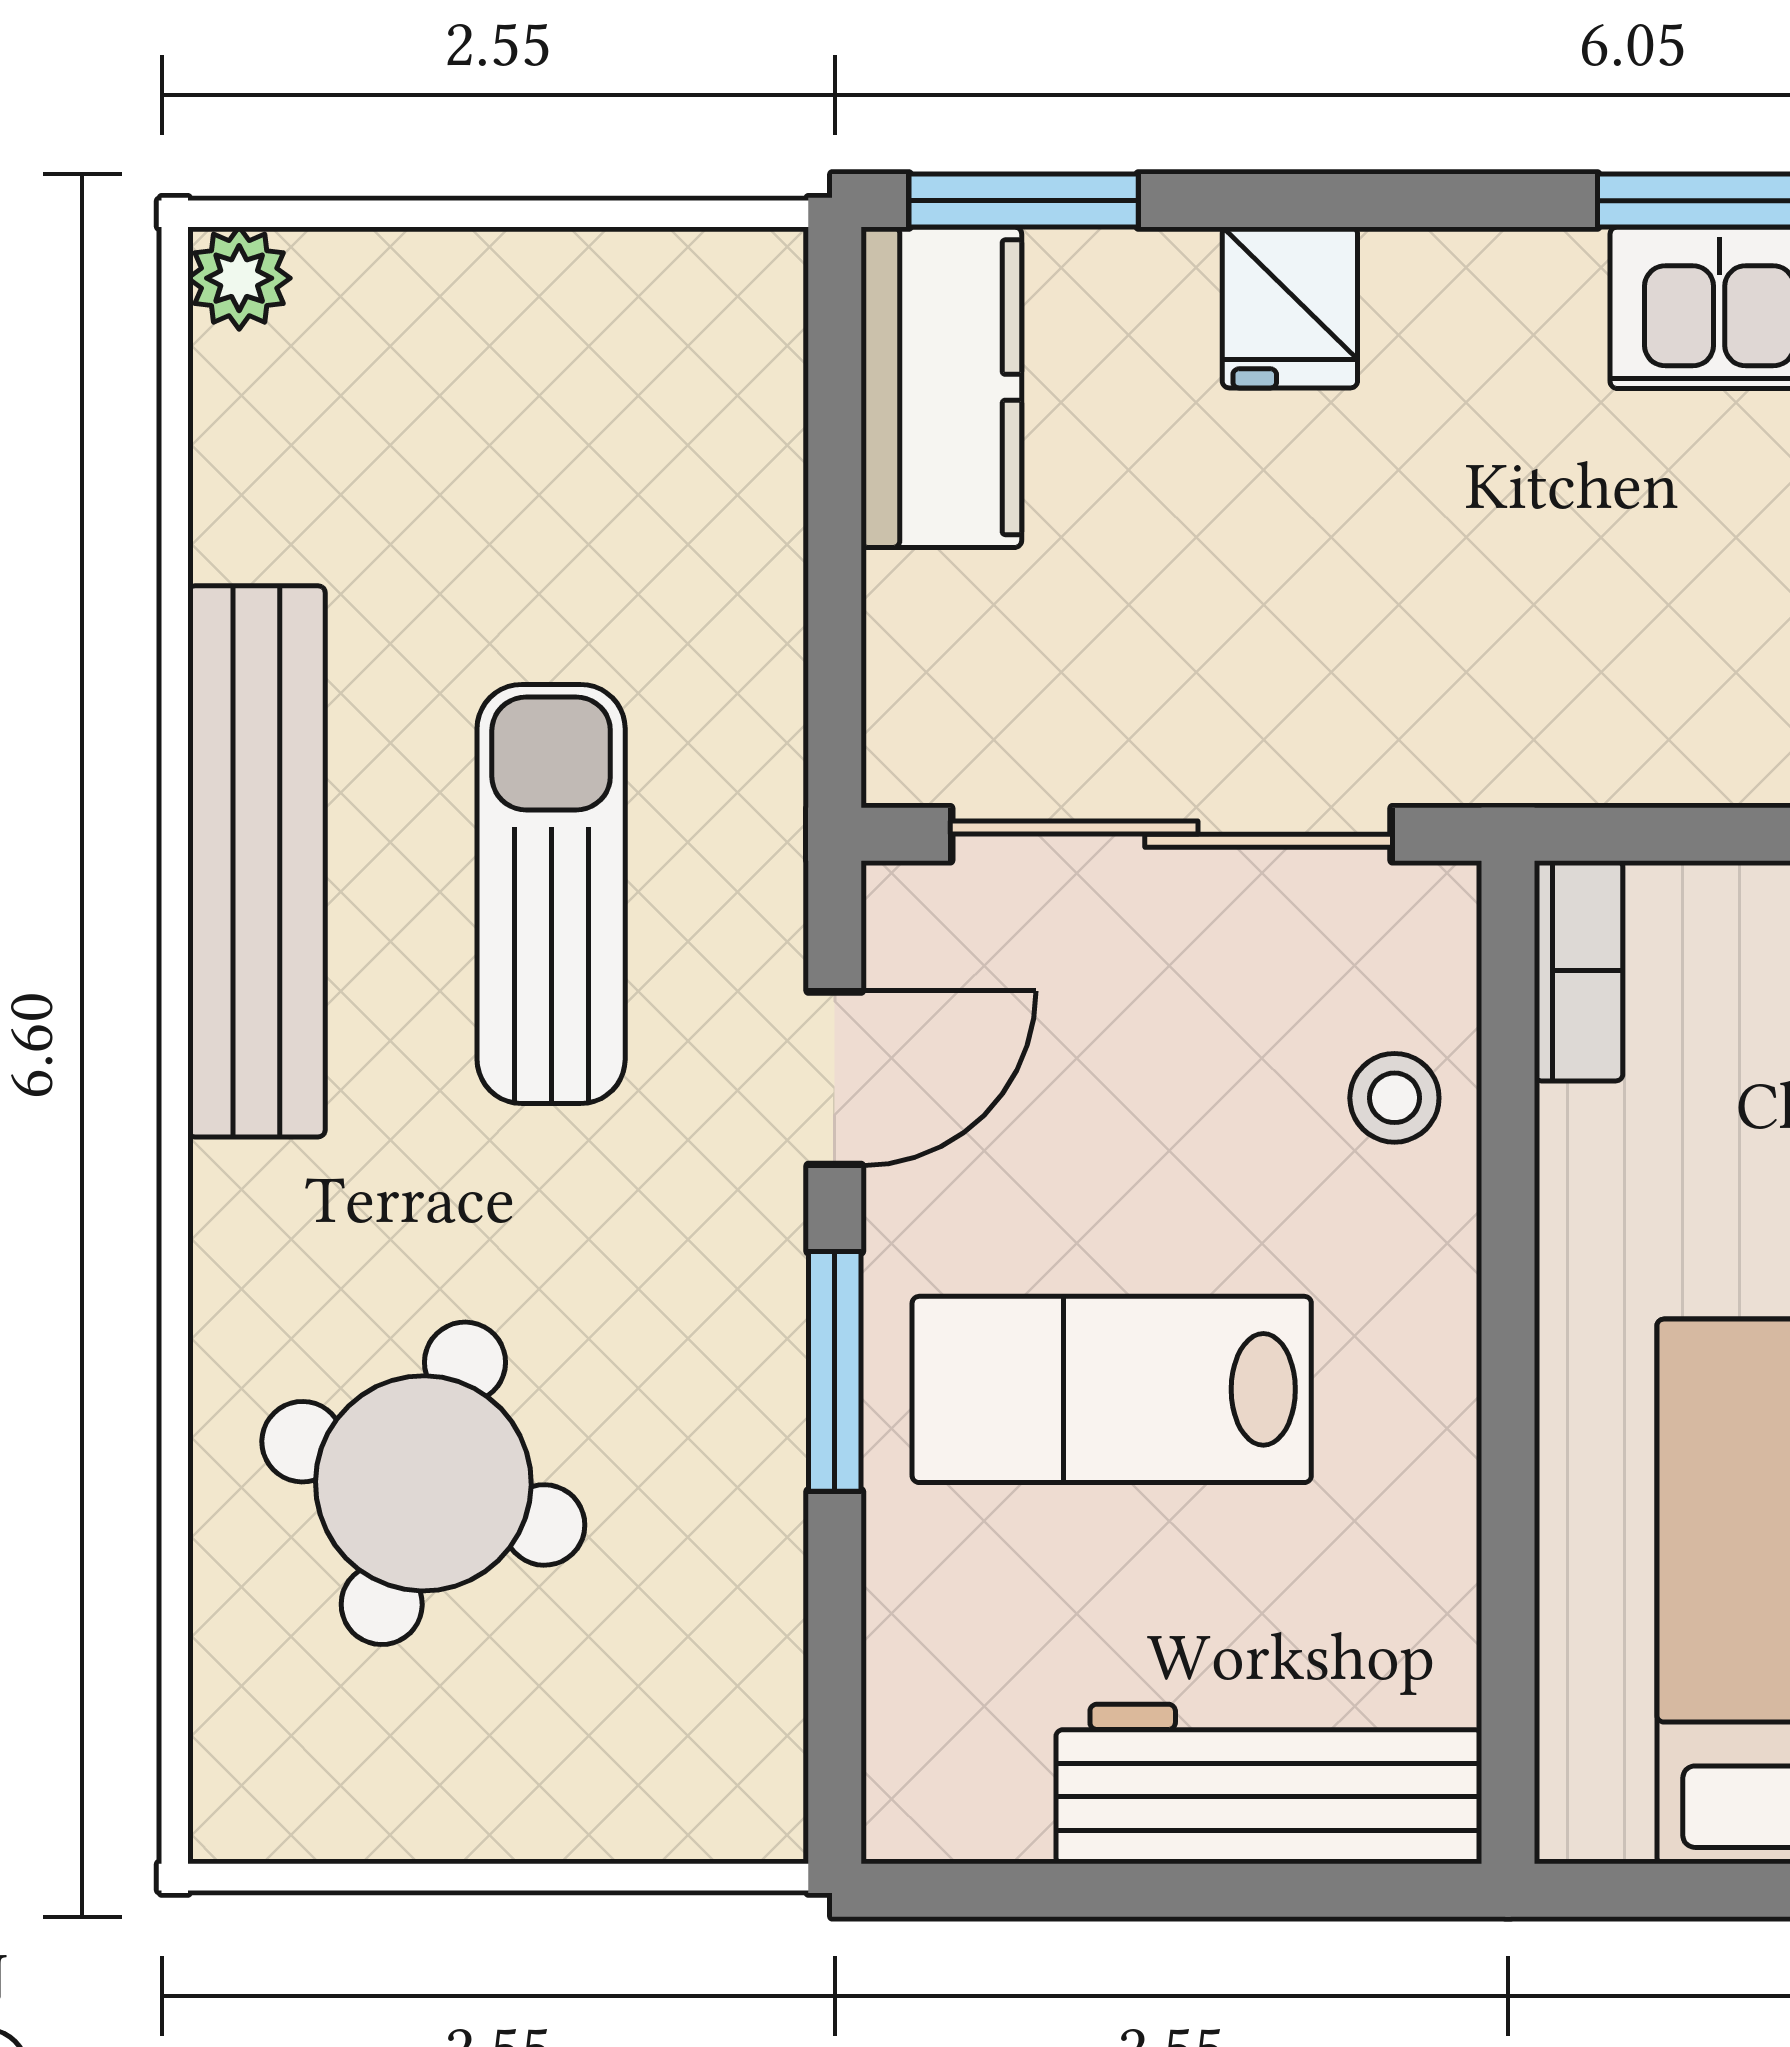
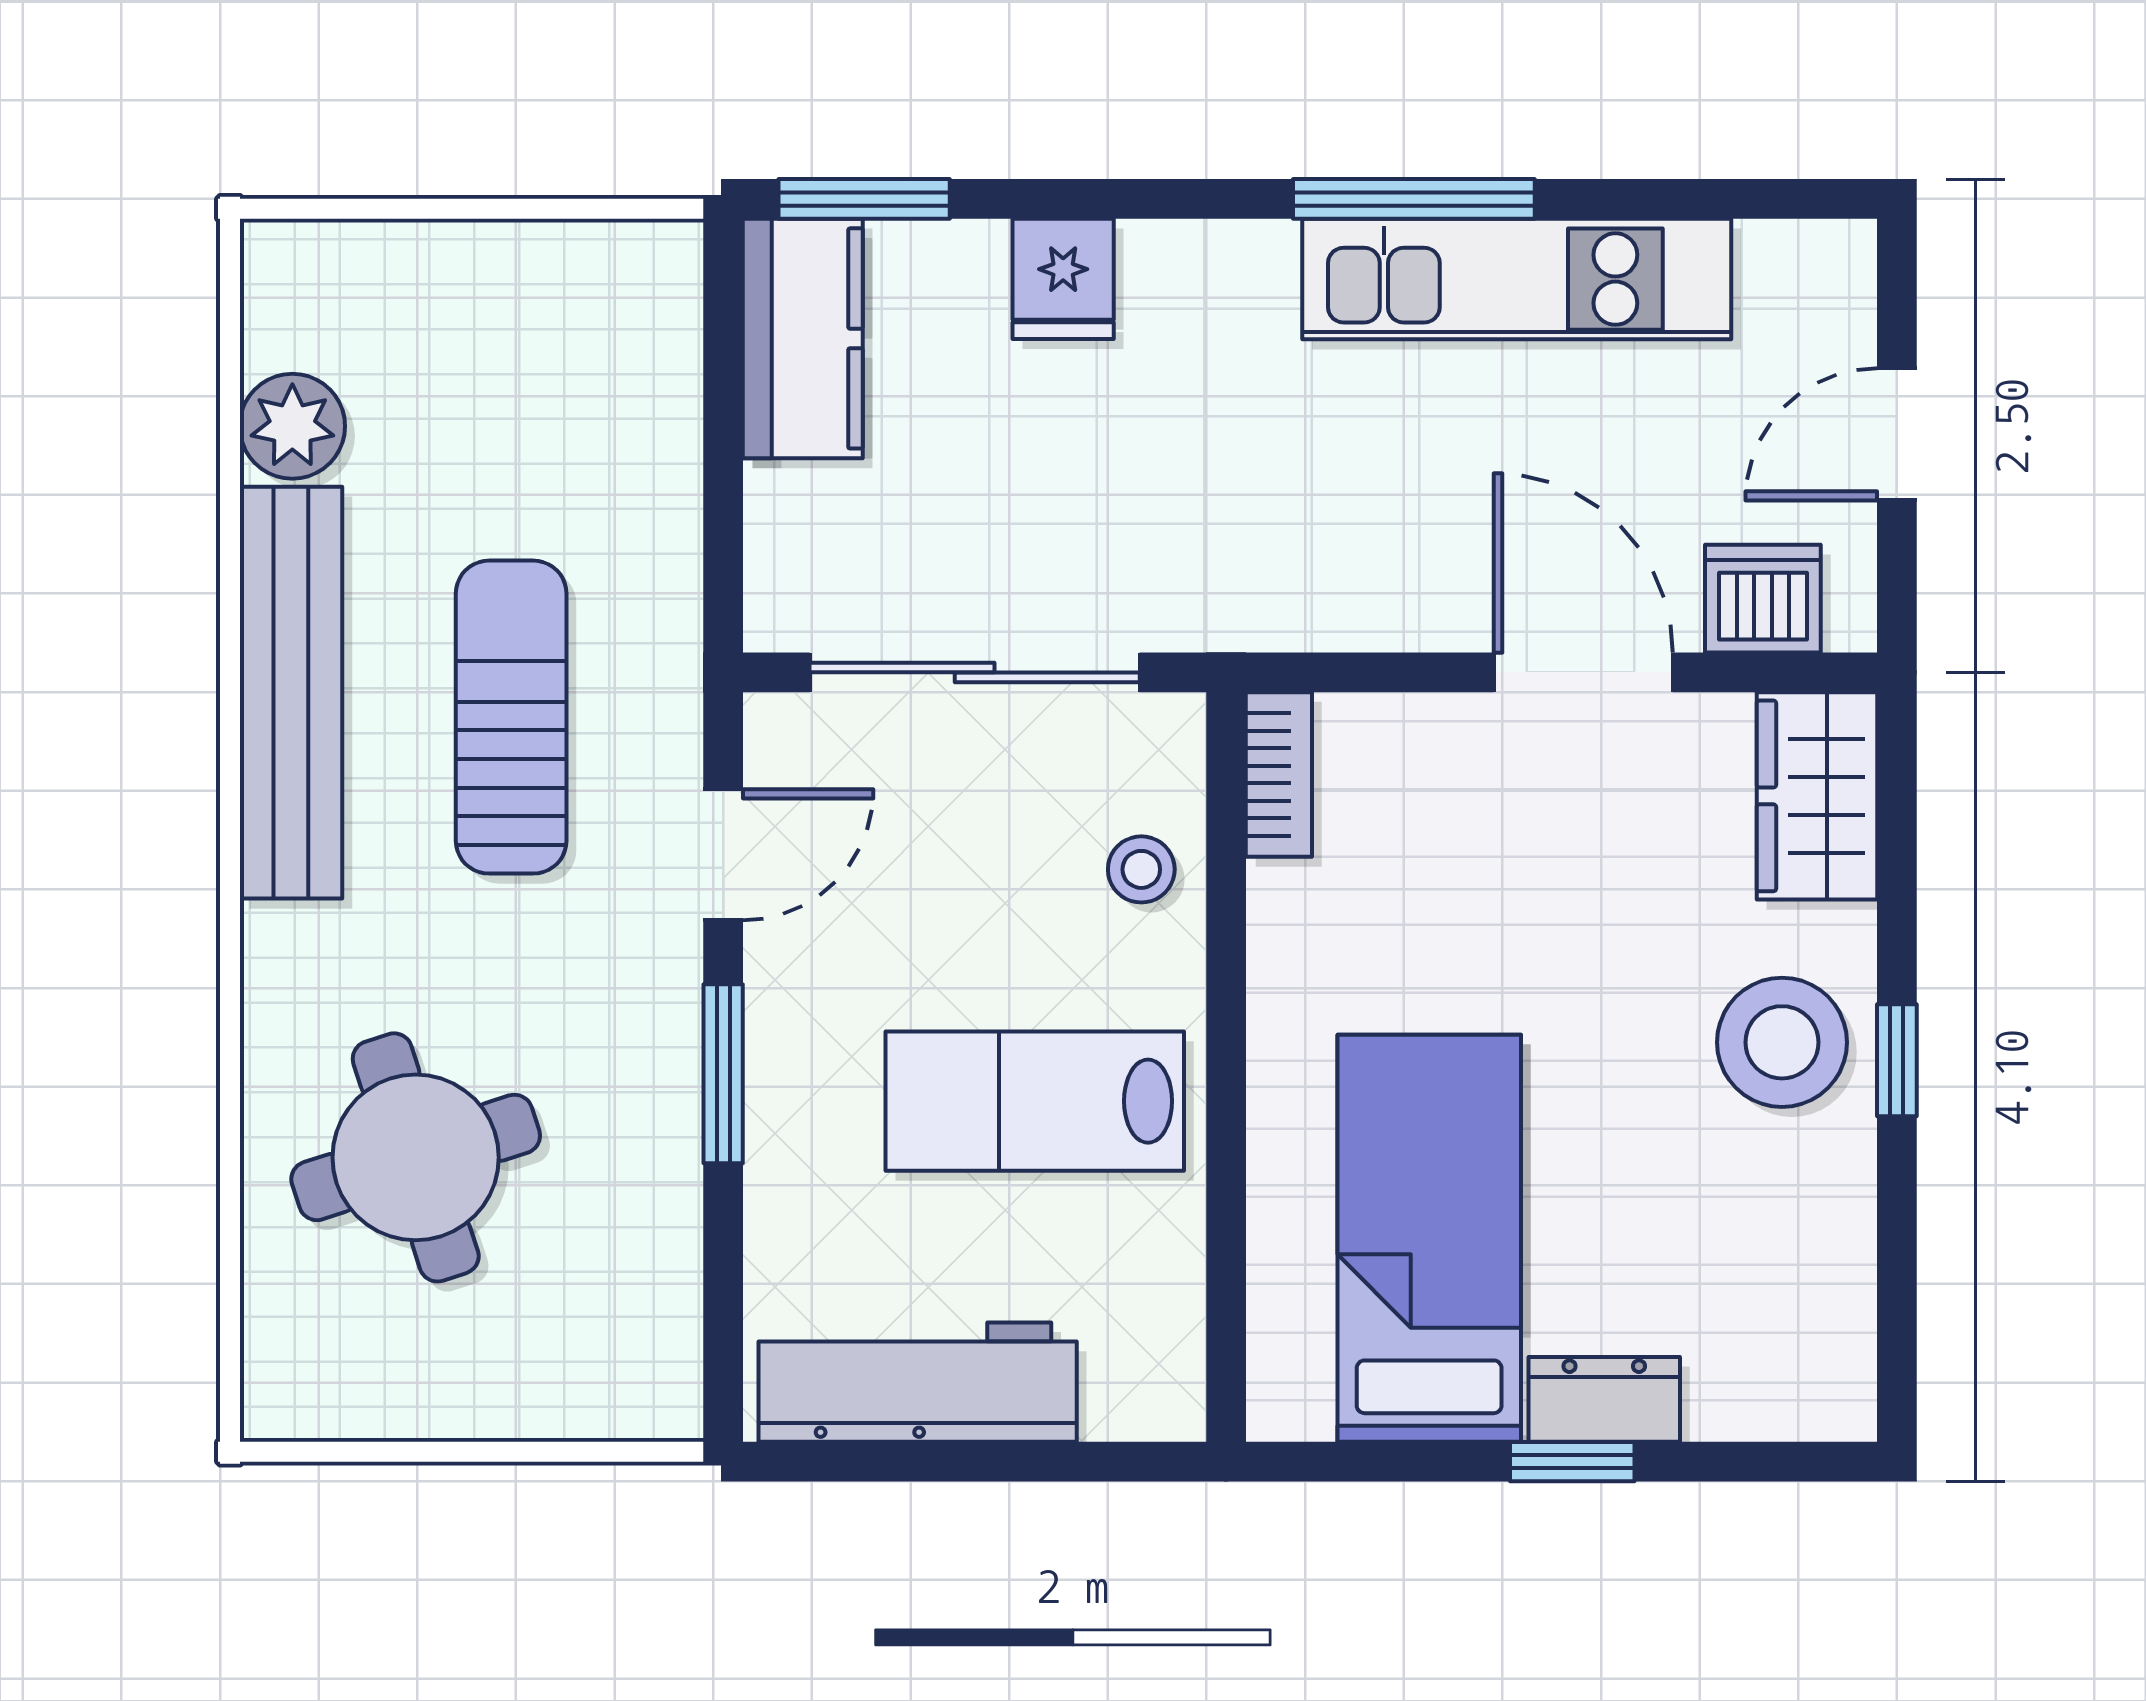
plant: (239, 278) -> (292, 426), moved, width x1.38, depth x1.38
lab bench: (1112, 1389) -> (1035, 1101), moved
round table: (423, 1483) -> (416, 1157), turned -37
workbench: (1269, 1784) -> (918, 1382), moved

